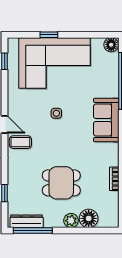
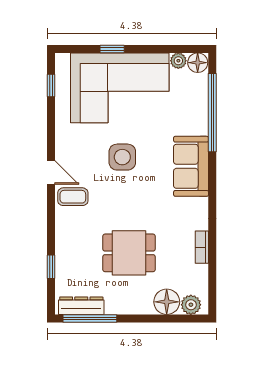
plant: (97, 43) -> (178, 61), added
side table: (56, 113) -> (122, 157), width x1.87, depth x1.87
plant: (71, 221) -> (191, 305), moved

